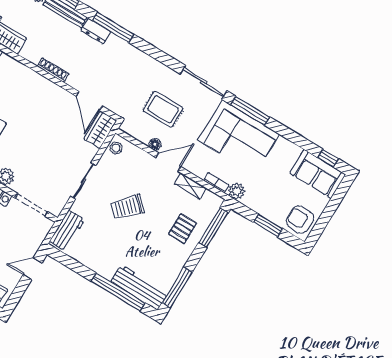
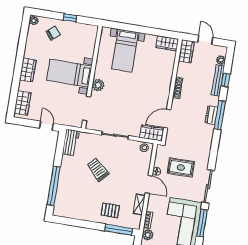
dresser: (96, 31) -> (211, 115), moved
rug: (163, 109) -> (181, 168), turned 90
trolley: (128, 207) -> (98, 170), moved
workbench: (67, 231) -> (71, 143), moved, turned -90
workbench: (139, 287) -> (62, 198), removed
window: (177, 287) -> (72, 222), removed

